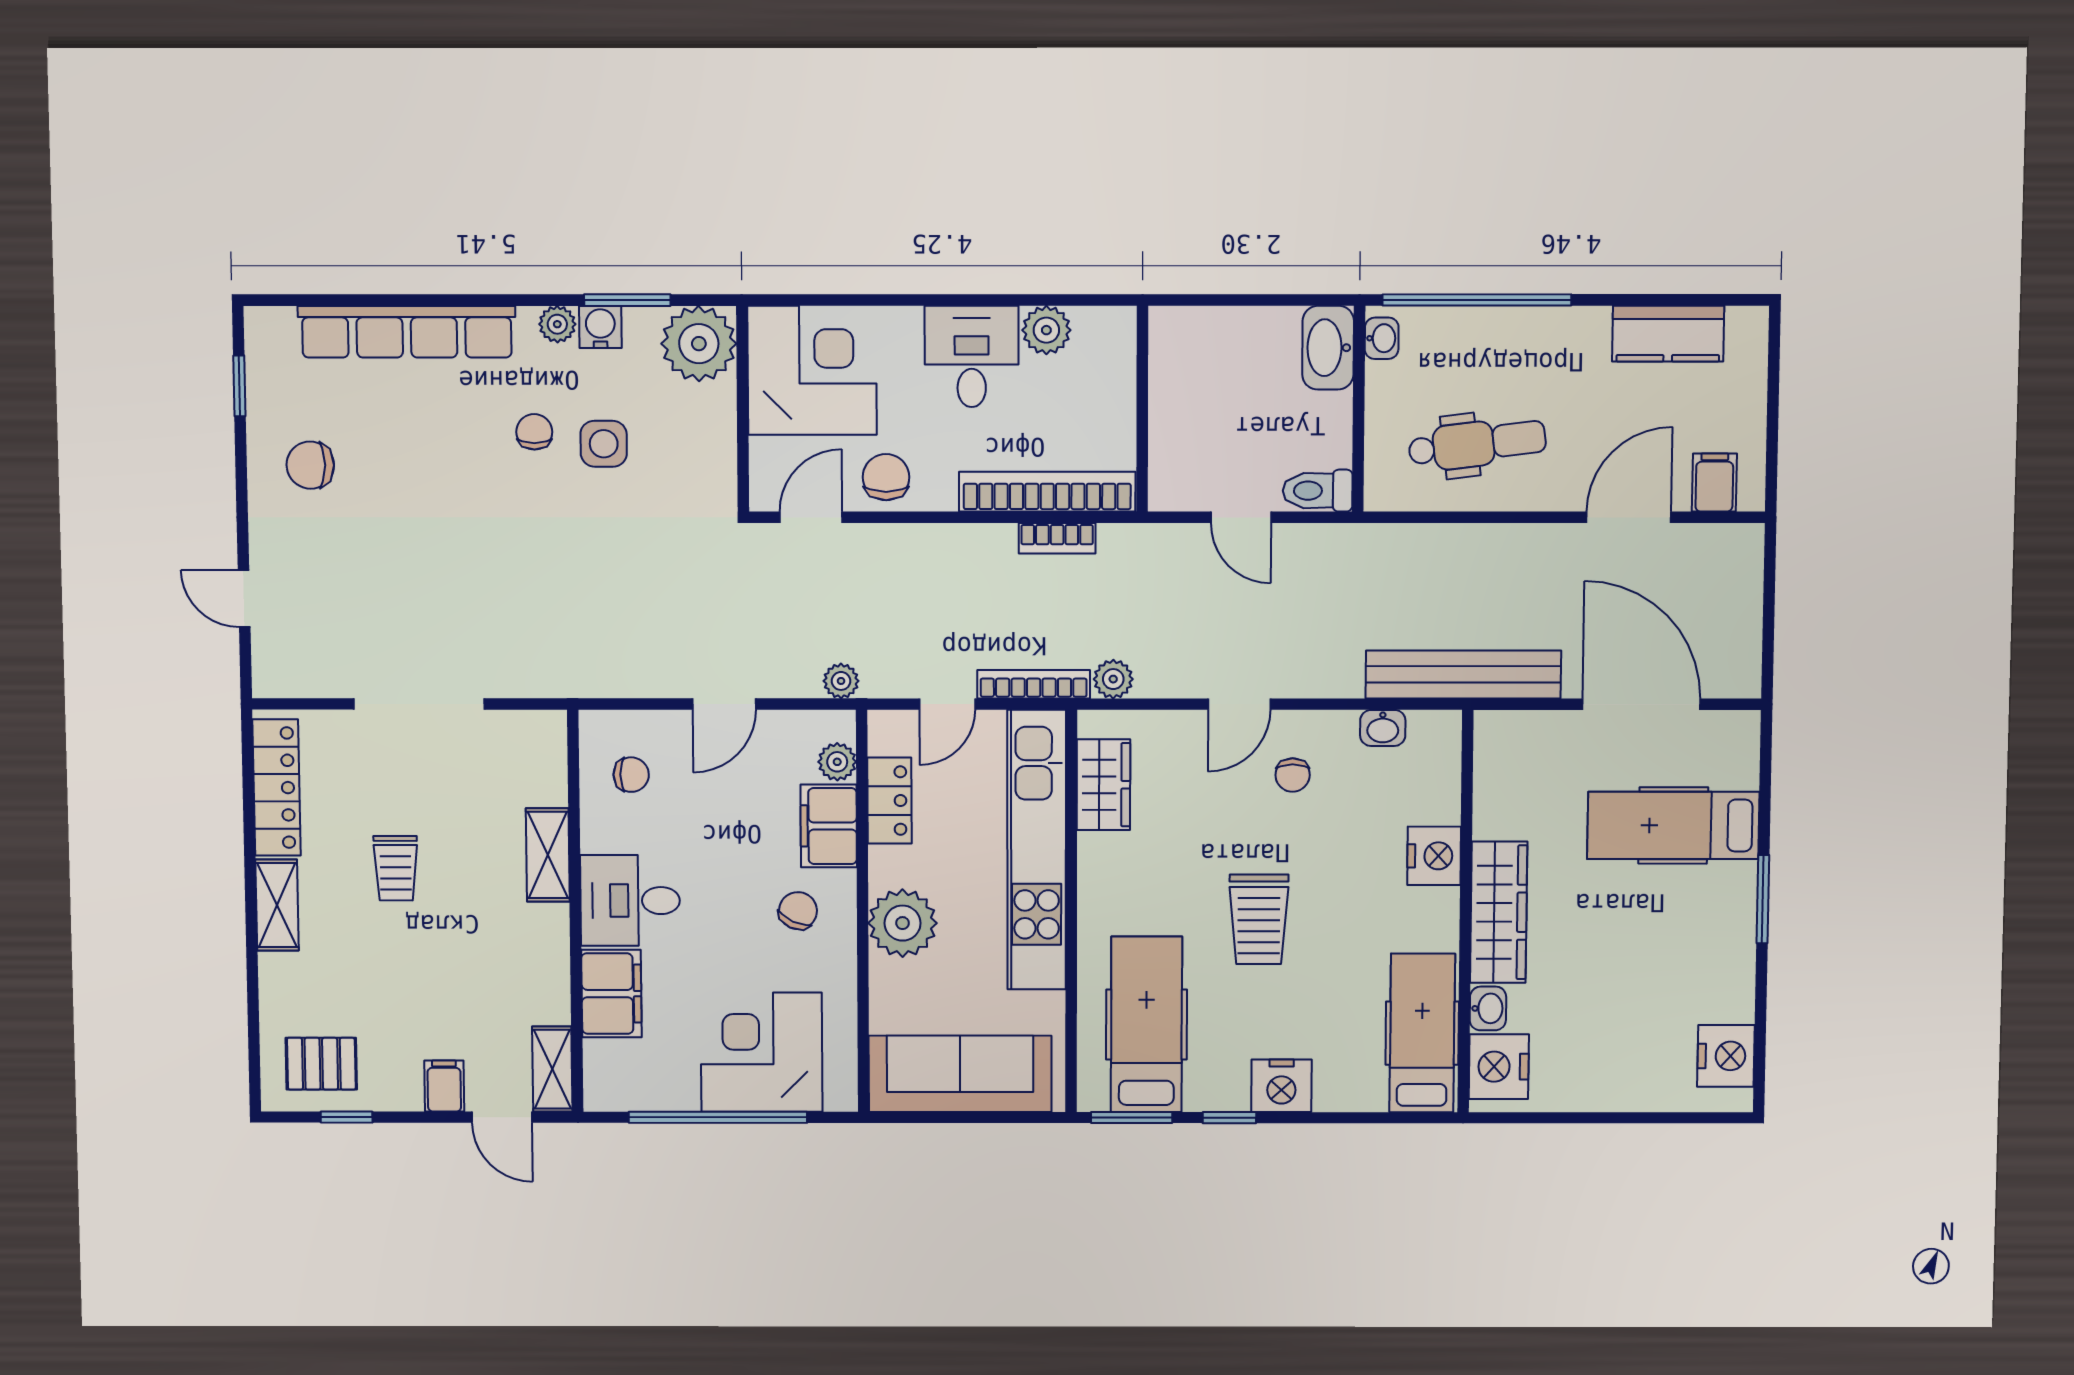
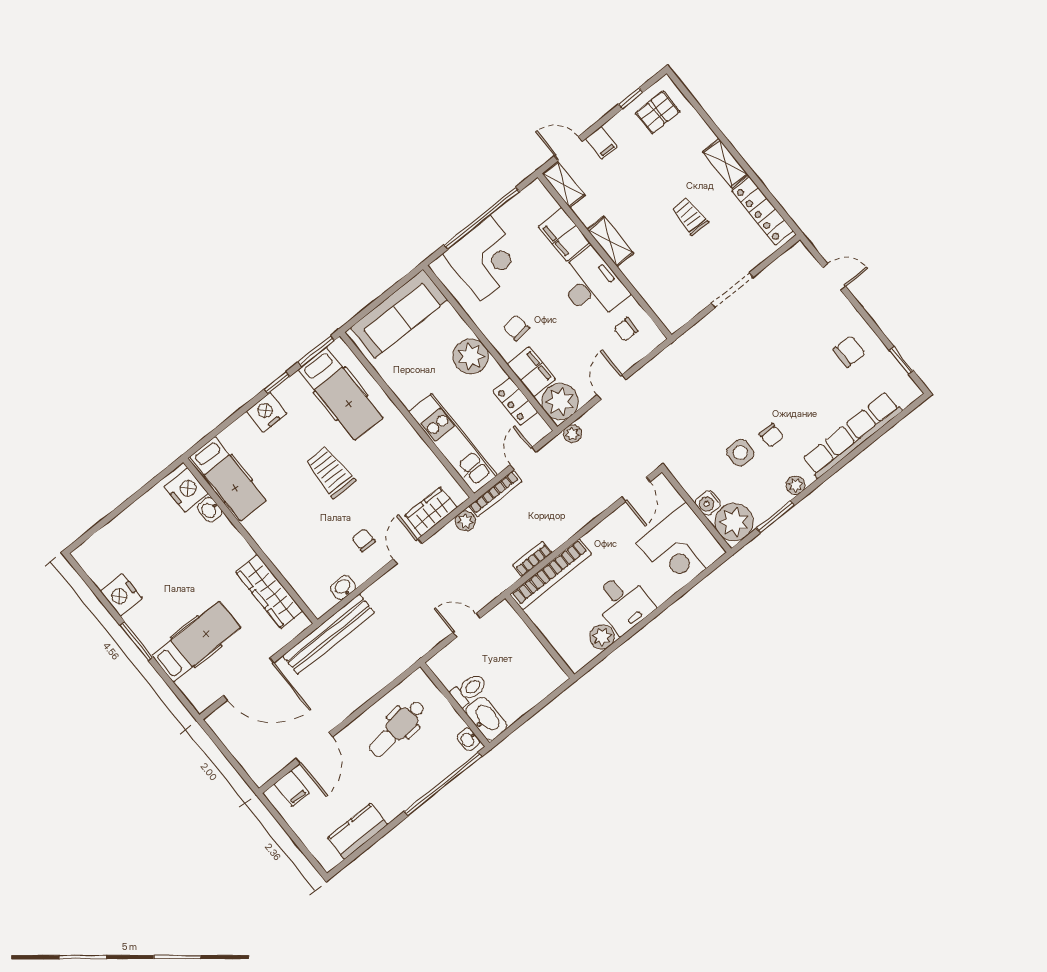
water cooler: (600, 327) -> (708, 503), moved, turned 90
chair: (886, 477) -> (619, 529), removed
toilet: (1318, 491) -> (469, 690), moved
doorway: (419, 704) -> (732, 290), width x0.73
plant: (837, 762) -> (560, 402), width x1.88, depth x1.88
wardrobe: (1103, 785) -> (431, 511), moved, turned 90
kitchen unit: (1037, 850) -> (453, 443), width x0.73
shelving: (548, 855) -> (610, 241), moved
nightstand: (1434, 856) -> (281, 553), removed
desk: (630, 901) -> (592, 285), width x1.37
chair: (798, 911) -> (516, 328), turned 149
wardrobe: (1499, 912) -> (269, 591), moved
nightstand: (1726, 1056) -> (121, 595), moved

